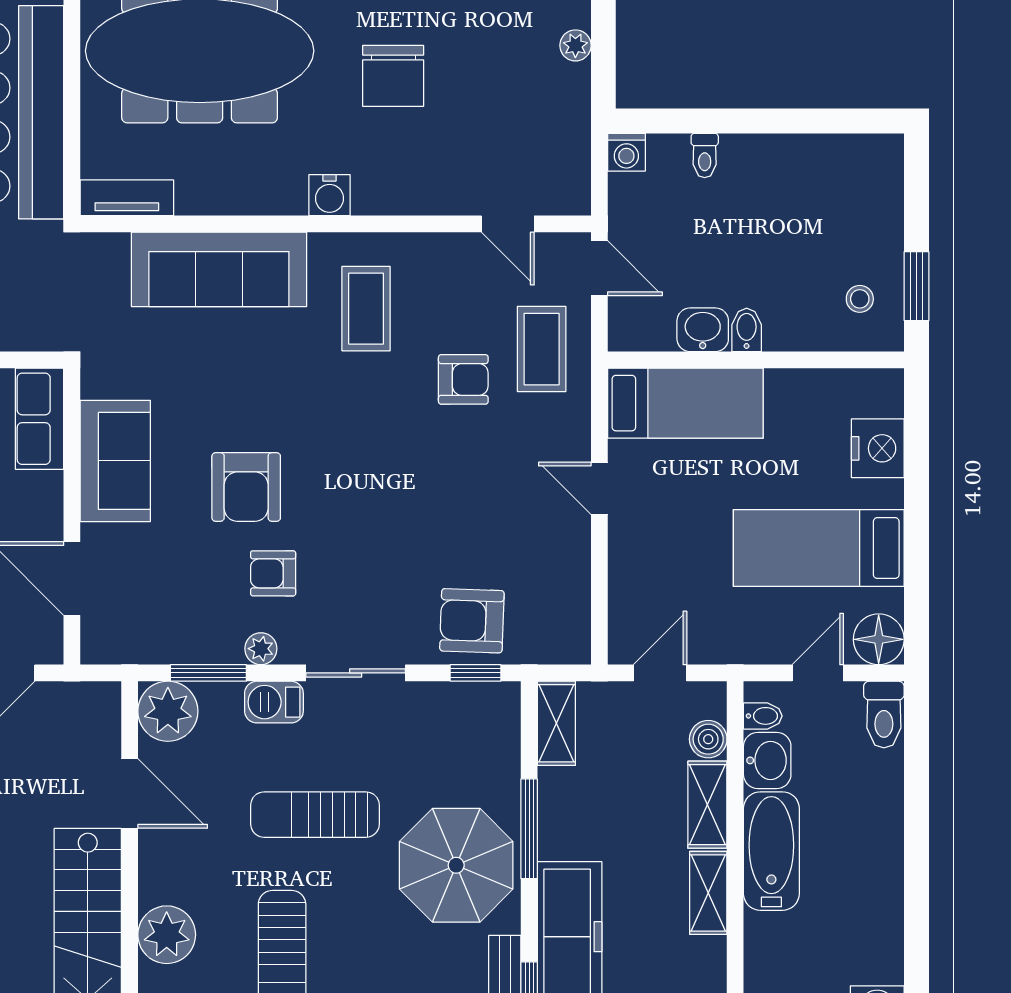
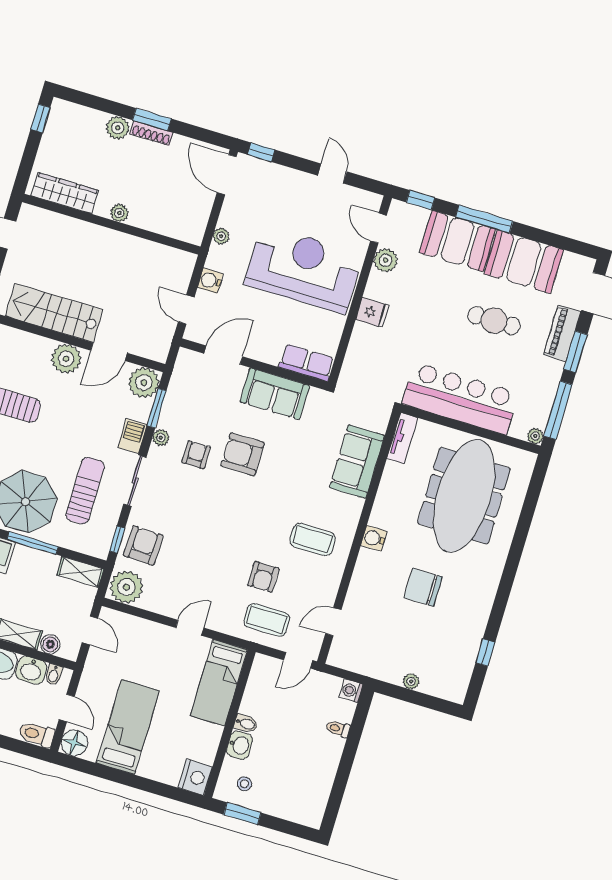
sofa: (219, 269) -> (357, 462), width x0.73
washbasin: (703, 330) -> (240, 745), moved
nightstand: (878, 448) -> (195, 777), moved, turned -90
plant: (559, 629) -> (126, 587), added
sun lounger: (315, 815) -> (85, 491), moved
plant: (167, 935) -> (66, 359), moved

